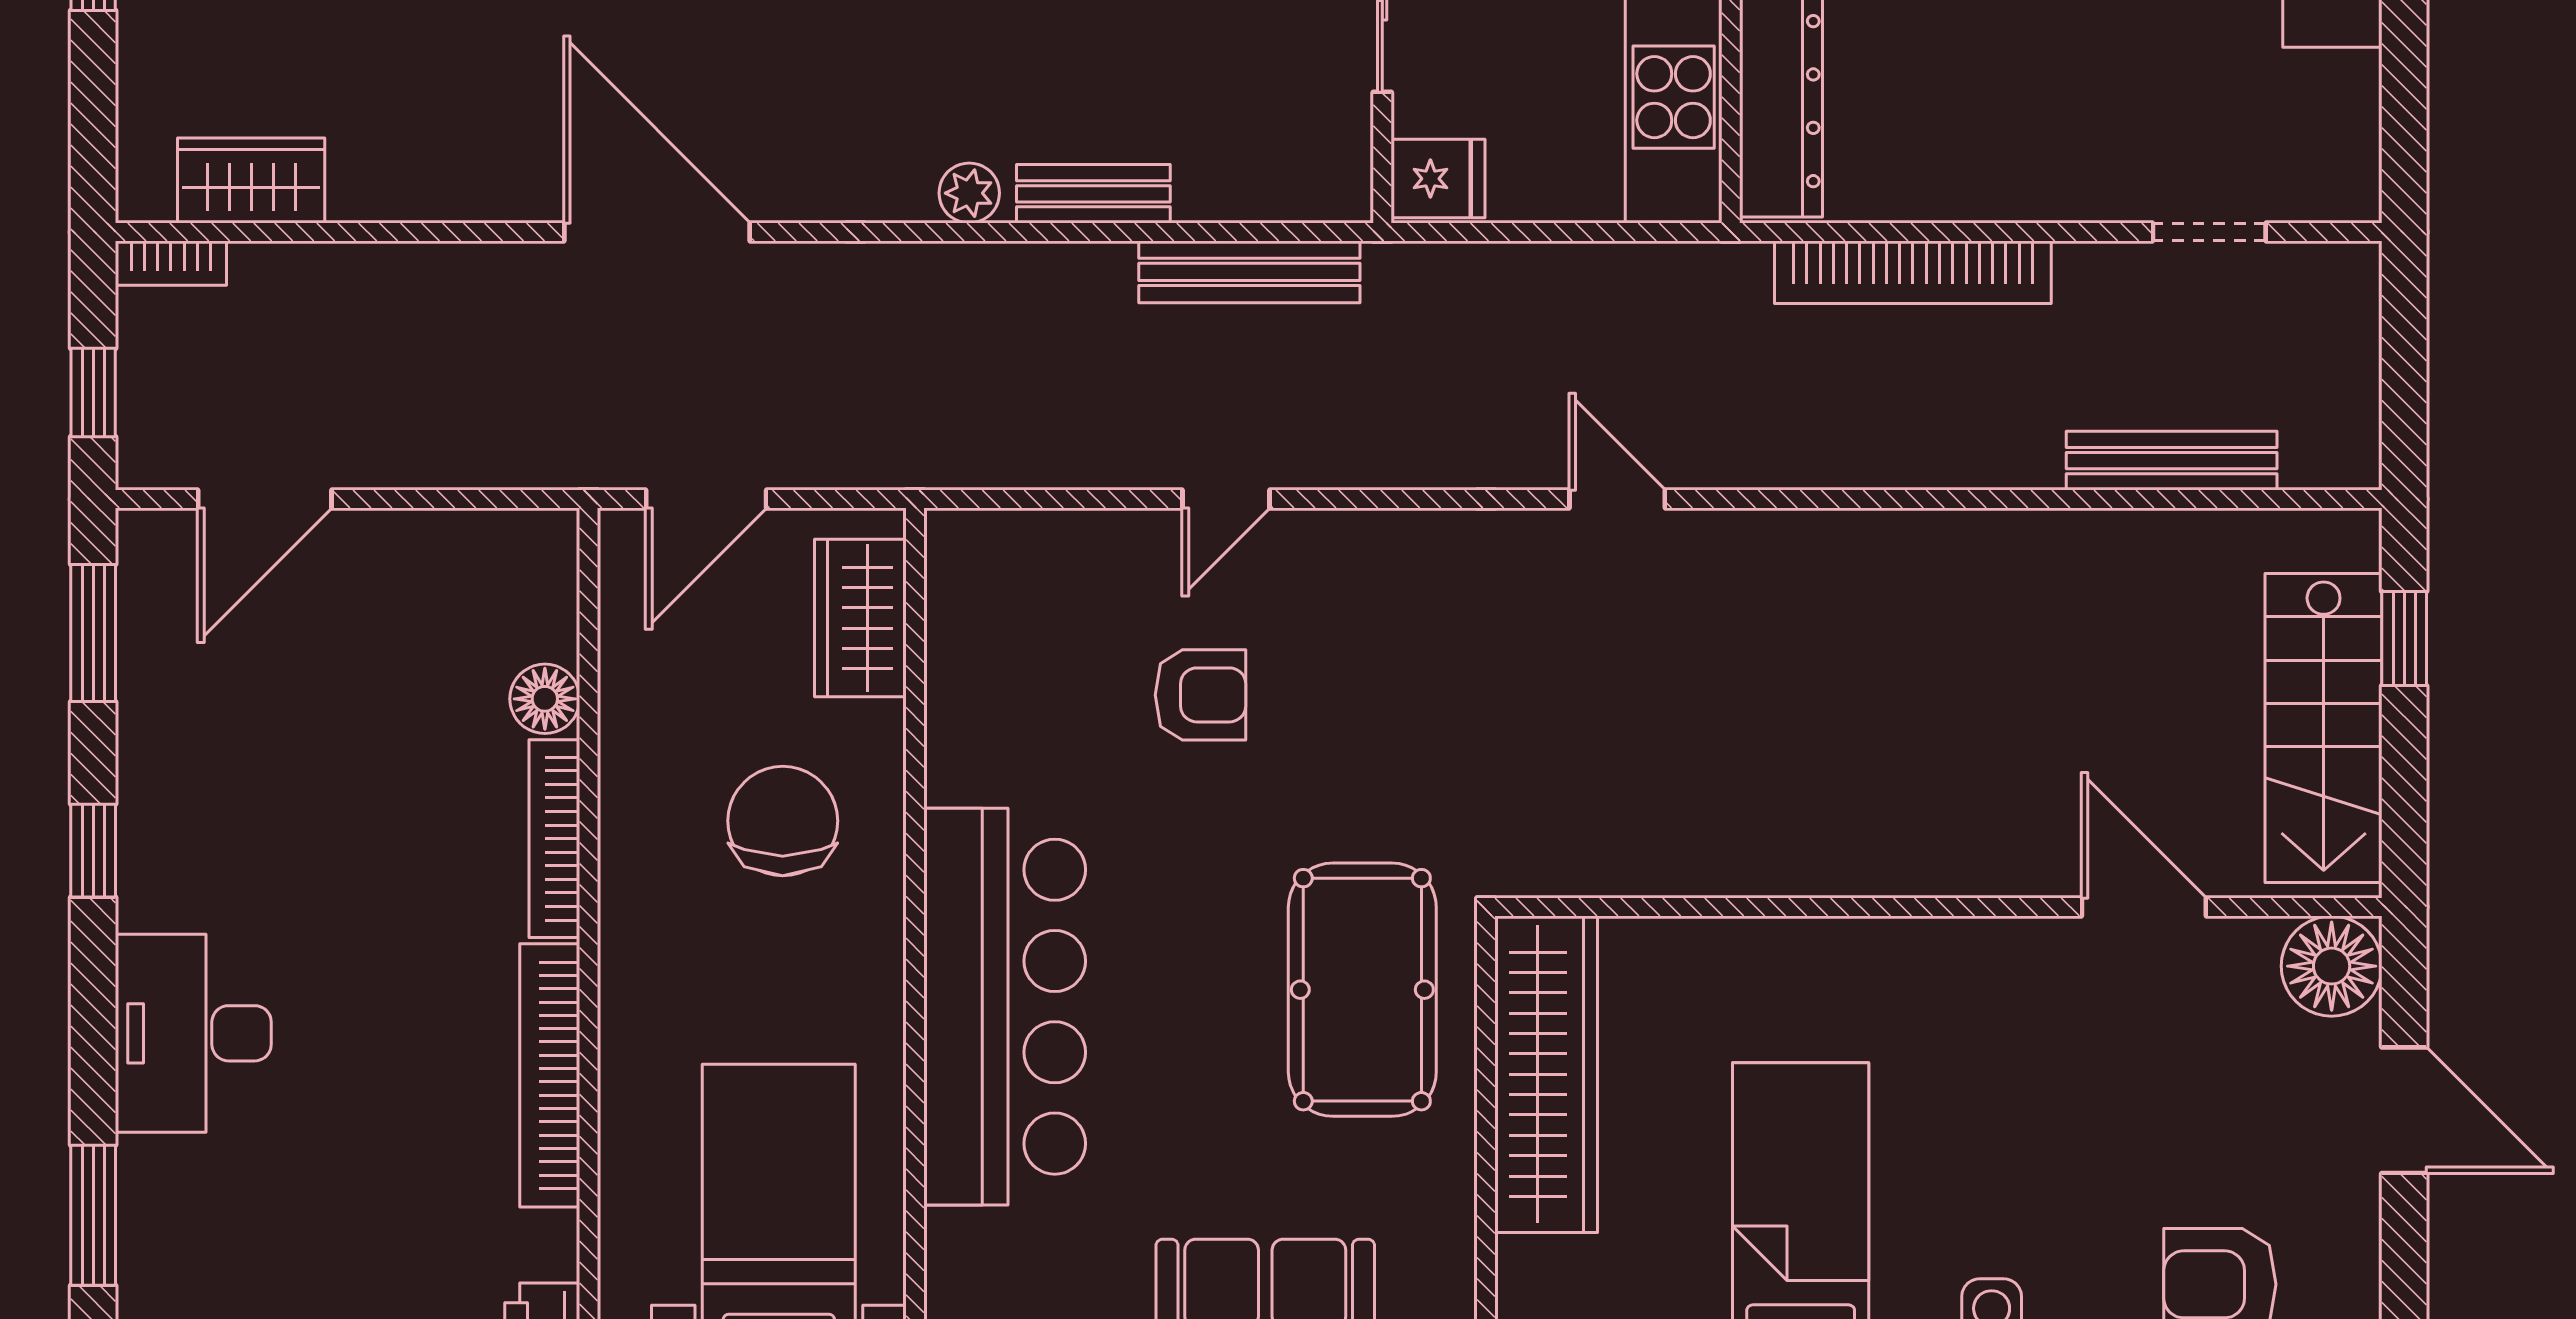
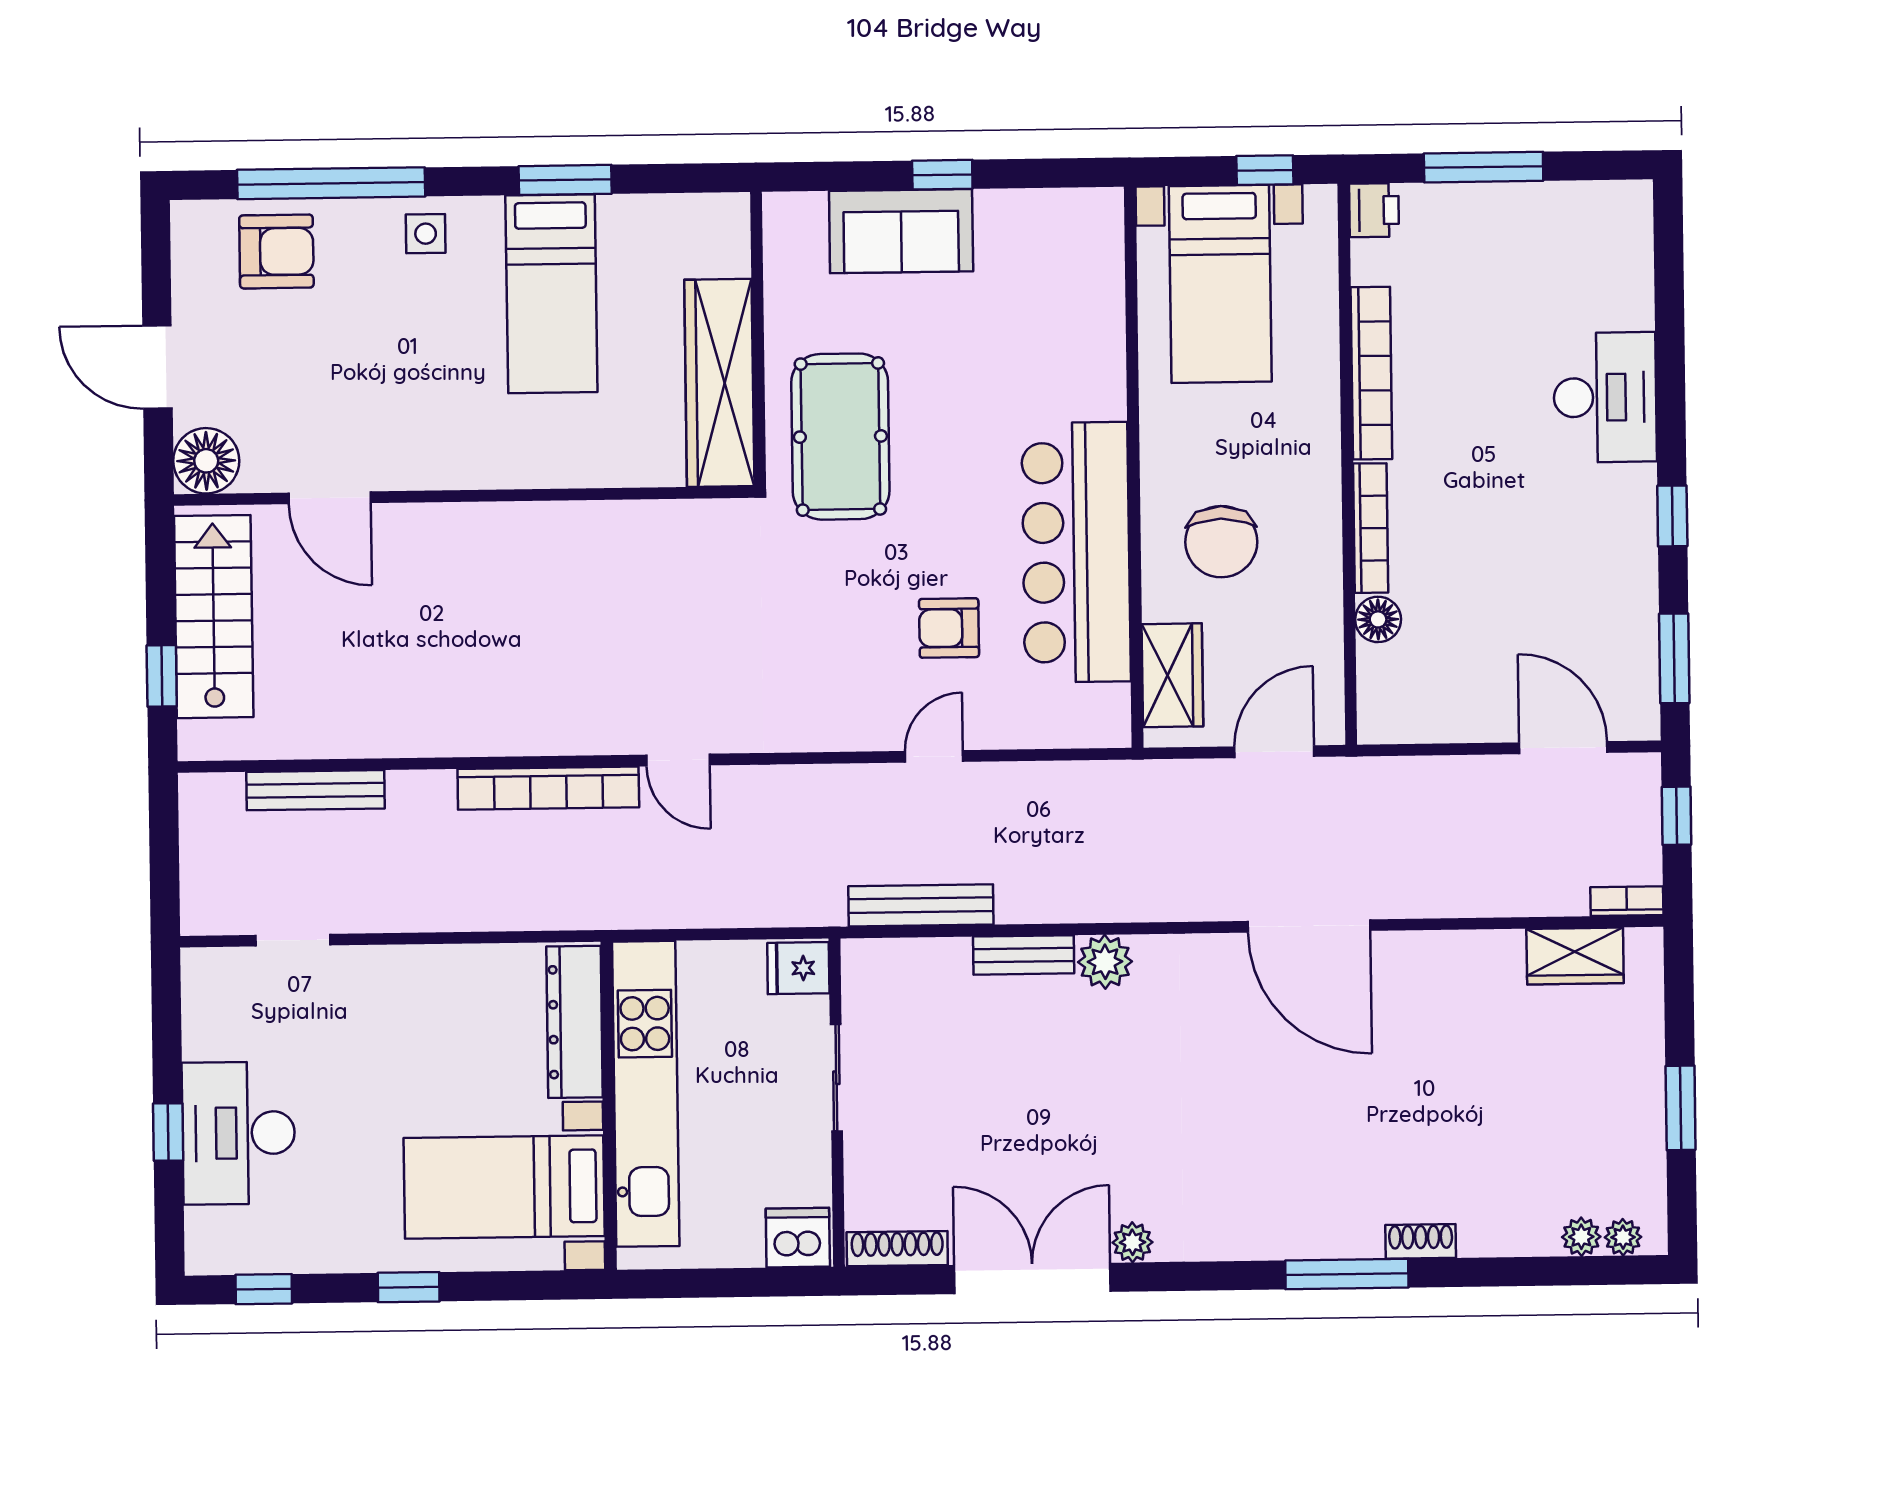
plant: (969, 193) -> (1105, 962), width x1.38, depth x1.38
bookcase: (1913, 272) -> (548, 788), moved, turned 180
door: (265, 499) -> (1563, 748), hinge flipped
bar counter: (1005, 1007) -> (1076, 552), moved
window: (93, 1215) -> (1669, 277), removed

